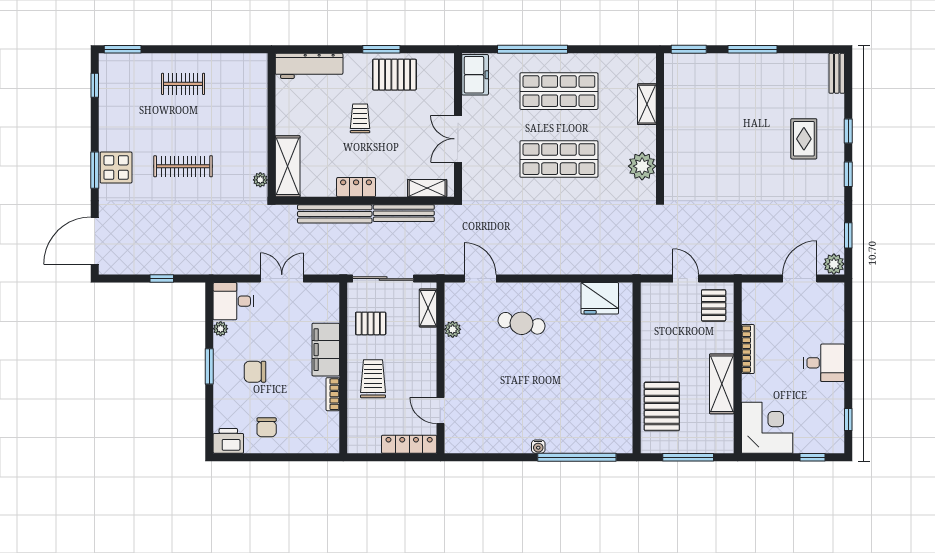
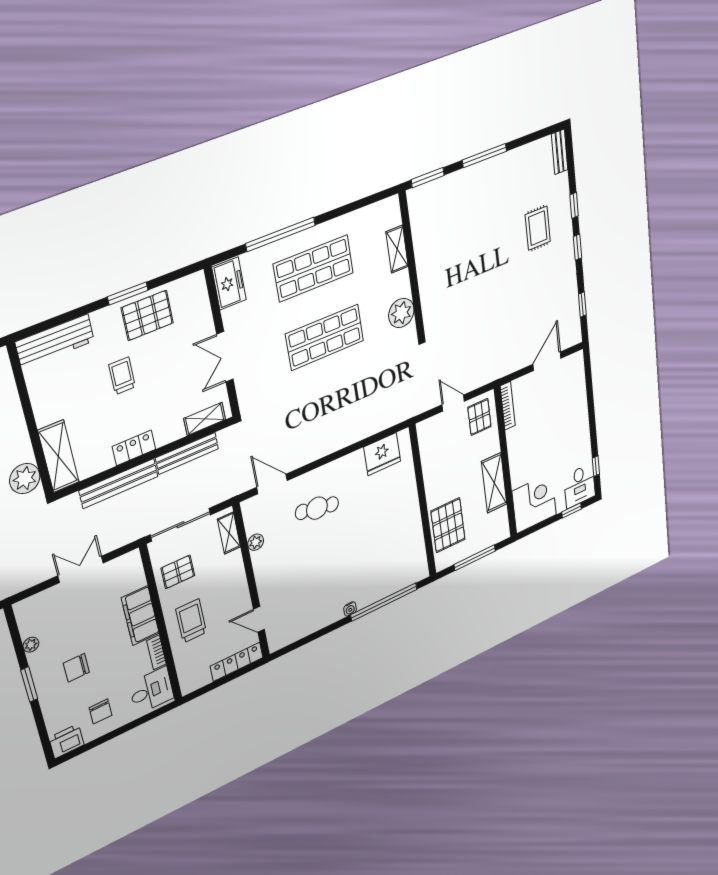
plant: (260, 180) -> (25, 479), width x1.87, depth x1.87
plant: (834, 264) -> (573, 336), removed
desk: (233, 301) -> (151, 691), moved, turned 180
bookcase: (748, 349) -> (508, 406), moved
desk: (824, 363) -> (580, 486), moved, turned 90

